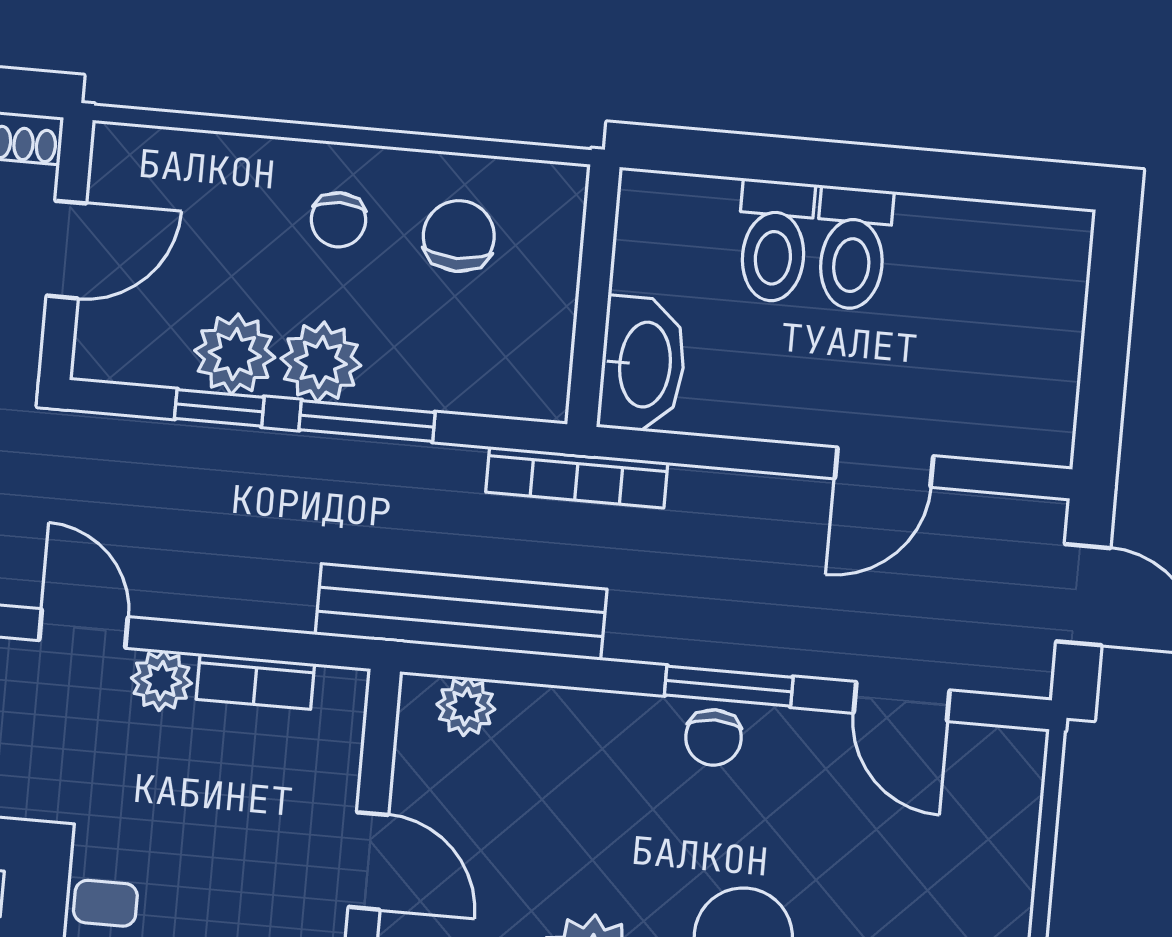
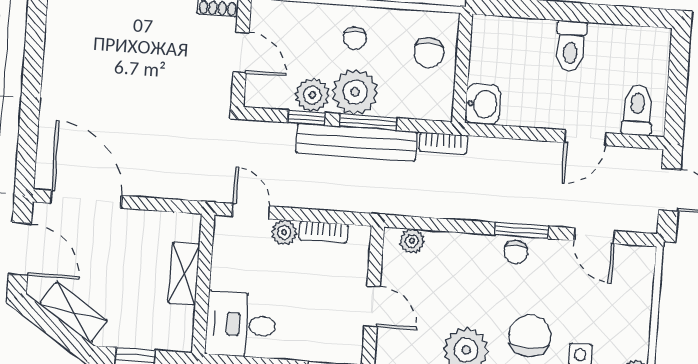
chair: (459, 236) -> (429, 52), moved, turned 180
toilet: (774, 241) -> (637, 110), moved, turned 180
door: (66, 250) -> (241, 52), hinge flipped
plant: (321, 362) -> (355, 92), width x1.36, depth x1.36
washbasin: (643, 364) -> (483, 104), width x0.72
bookcase: (577, 477) -> (443, 143), width x0.64
bench: (461, 612) -> (357, 142), moved

